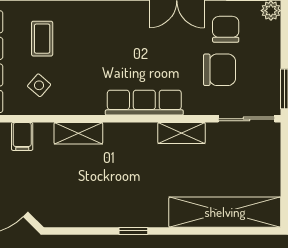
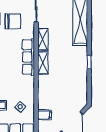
chair: (220, 70) -> (13, 21), turned 90
shelving: (78, 133) -> (43, 63), moved

